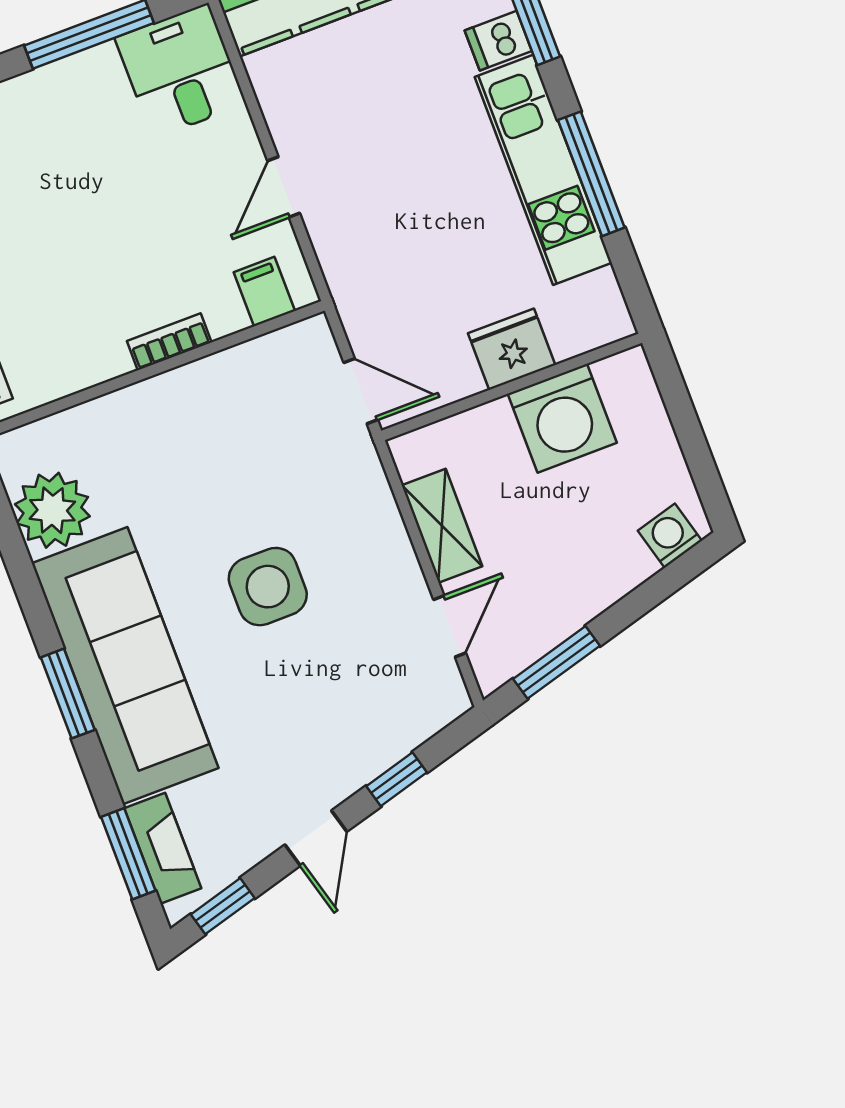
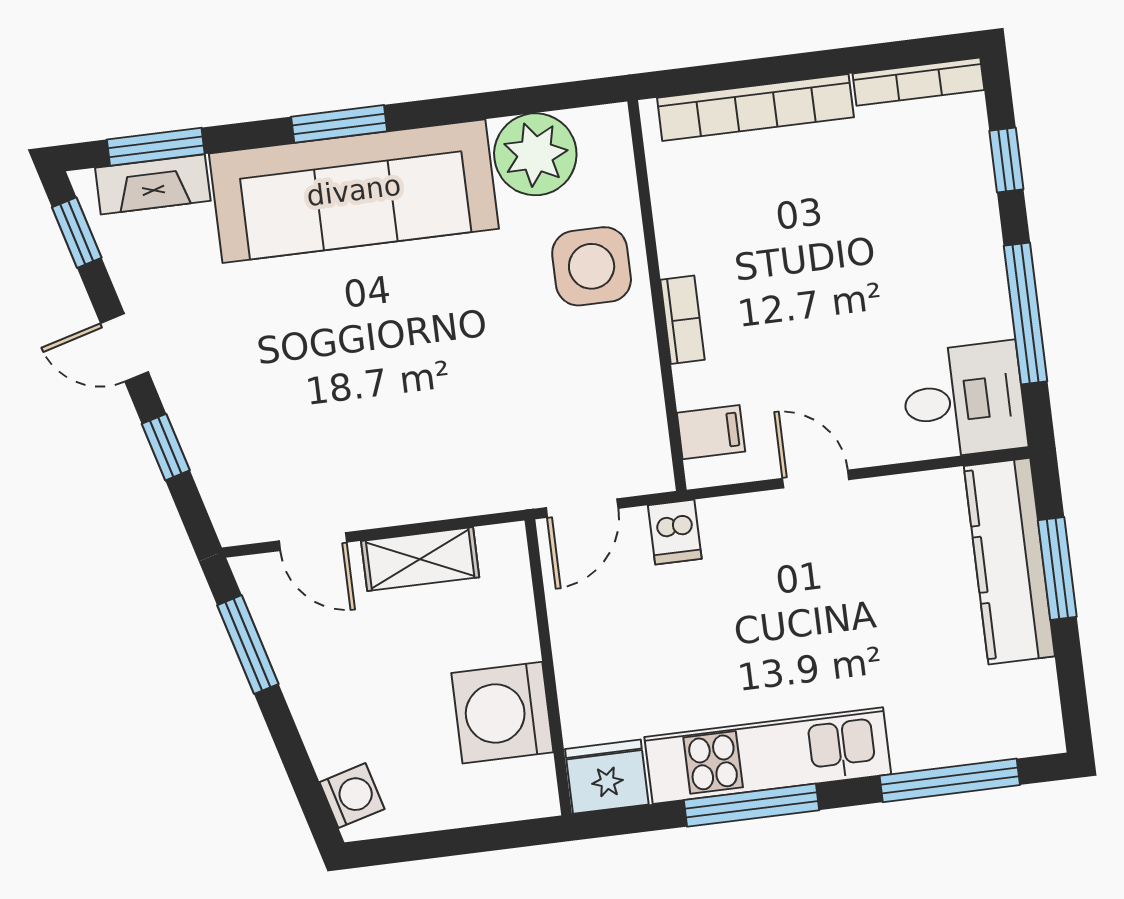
dishwasher: (498, 41) -> (675, 532), moved, turned 180
fridge: (512, 349) -> (607, 777), moved, turned -90
side table: (268, 587) -> (592, 266), moved

